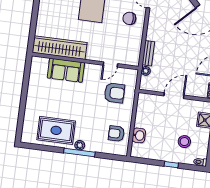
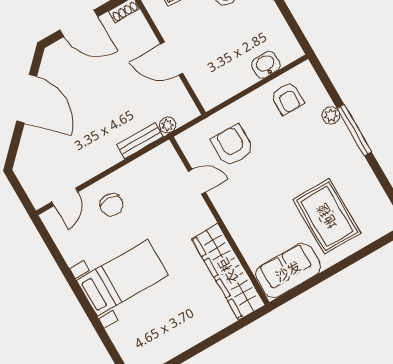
sofa: (66, 70) -> (288, 271), moved, turned -90
rug: (56, 130) -> (327, 216), moved
plant: (80, 145) -> (331, 115), moved

